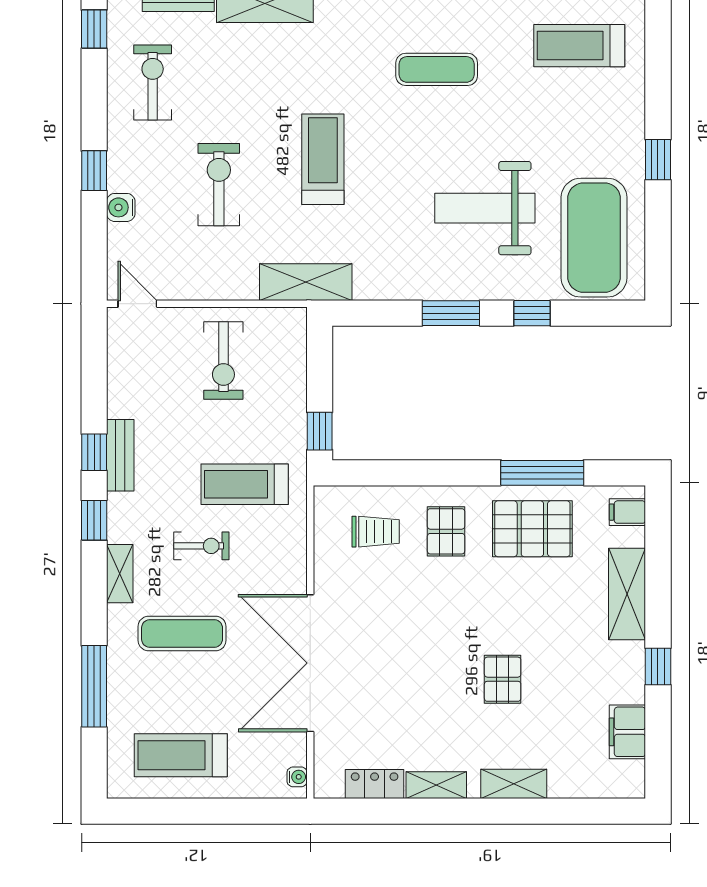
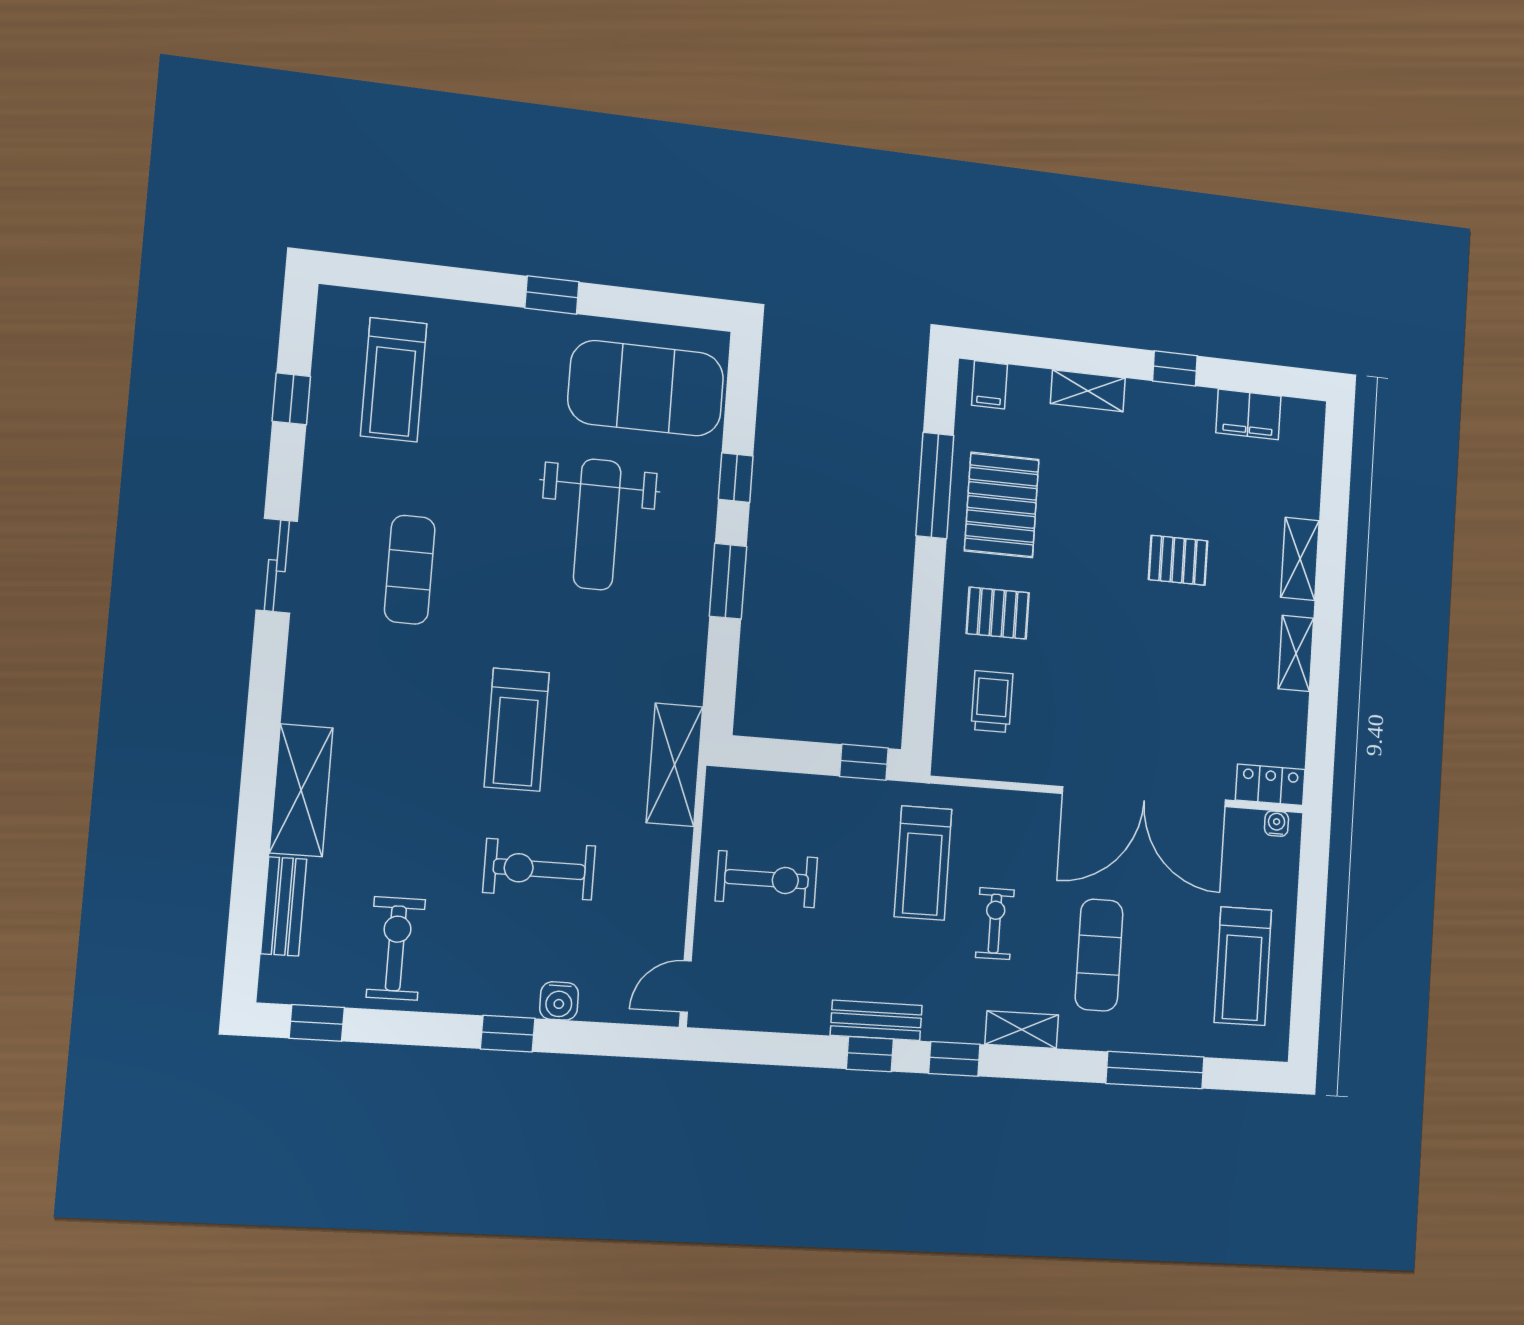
exercise bike: (153, 82) -> (396, 948), turned 90
treadmill: (323, 159) -> (517, 730), turned -90
shelving: (627, 594) -> (1088, 391), width x0.67, depth x0.75
locker: (375, 784) -> (1270, 785), moved, turned 90

